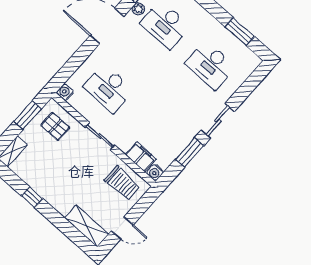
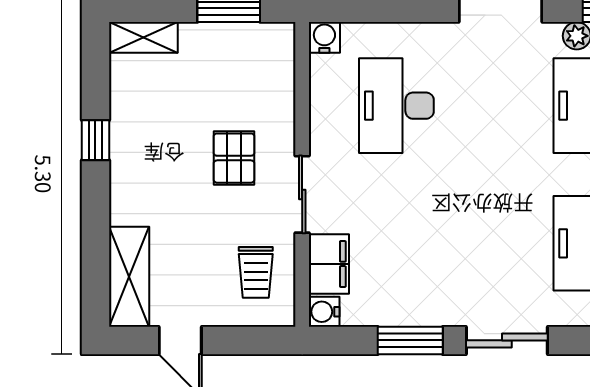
pallet: (55, 126) -> (234, 158), moved
sliding door: (100, 136) -> (302, 194), moved
trolley: (122, 183) -> (256, 272), width x0.73, depth x0.72

